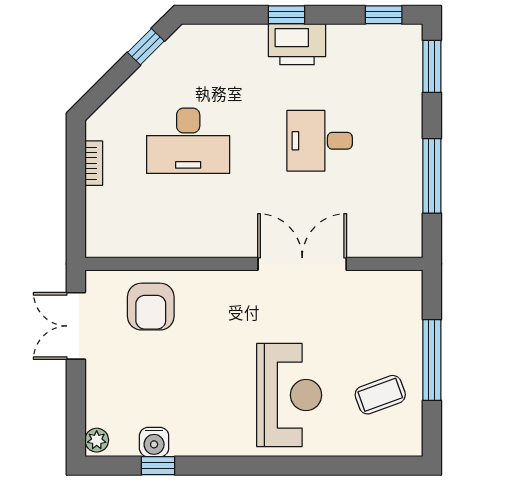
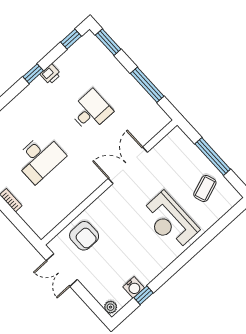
printer: (297, 44) -> (51, 74), width x0.53, depth x0.68
desk: (320, 141) -> (91, 111), turned 180
reception desk: (289, 395) -> (169, 221), turned 180

